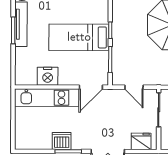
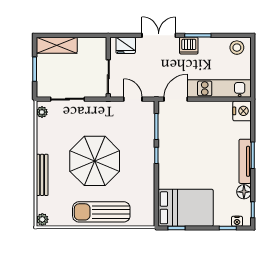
bed: (79, 37) -> (188, 148), removed
nightstand: (48, 76) -> (242, 111), moved, turned 90
stool: (29, 139) -> (237, 48), added
dishwasher: (62, 141) -> (189, 46), moved

